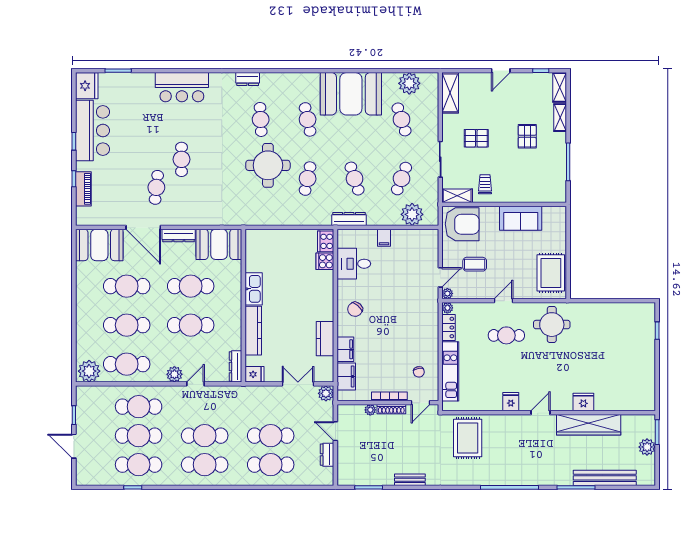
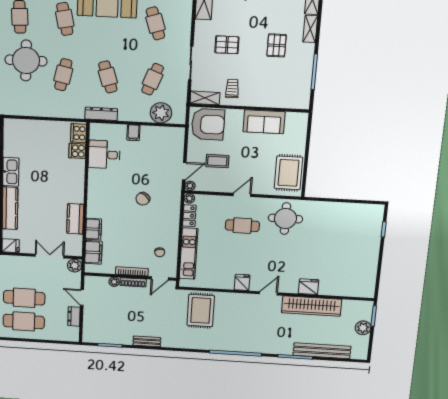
chair: (355, 309) -> (143, 199), moved

